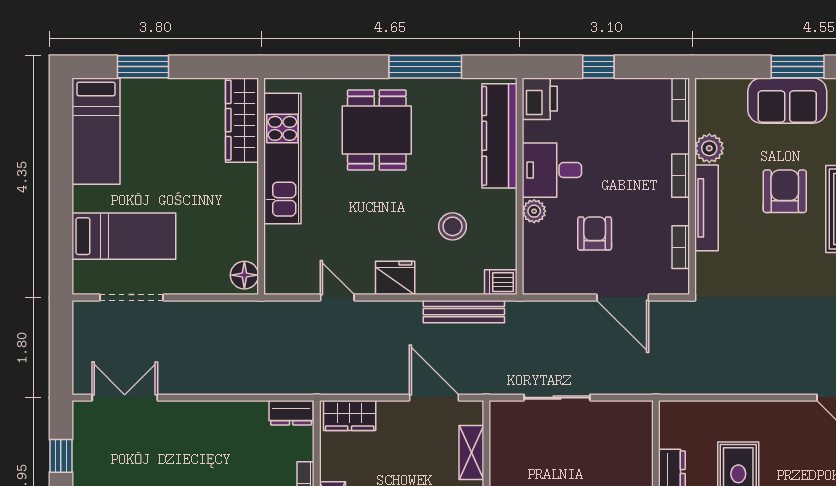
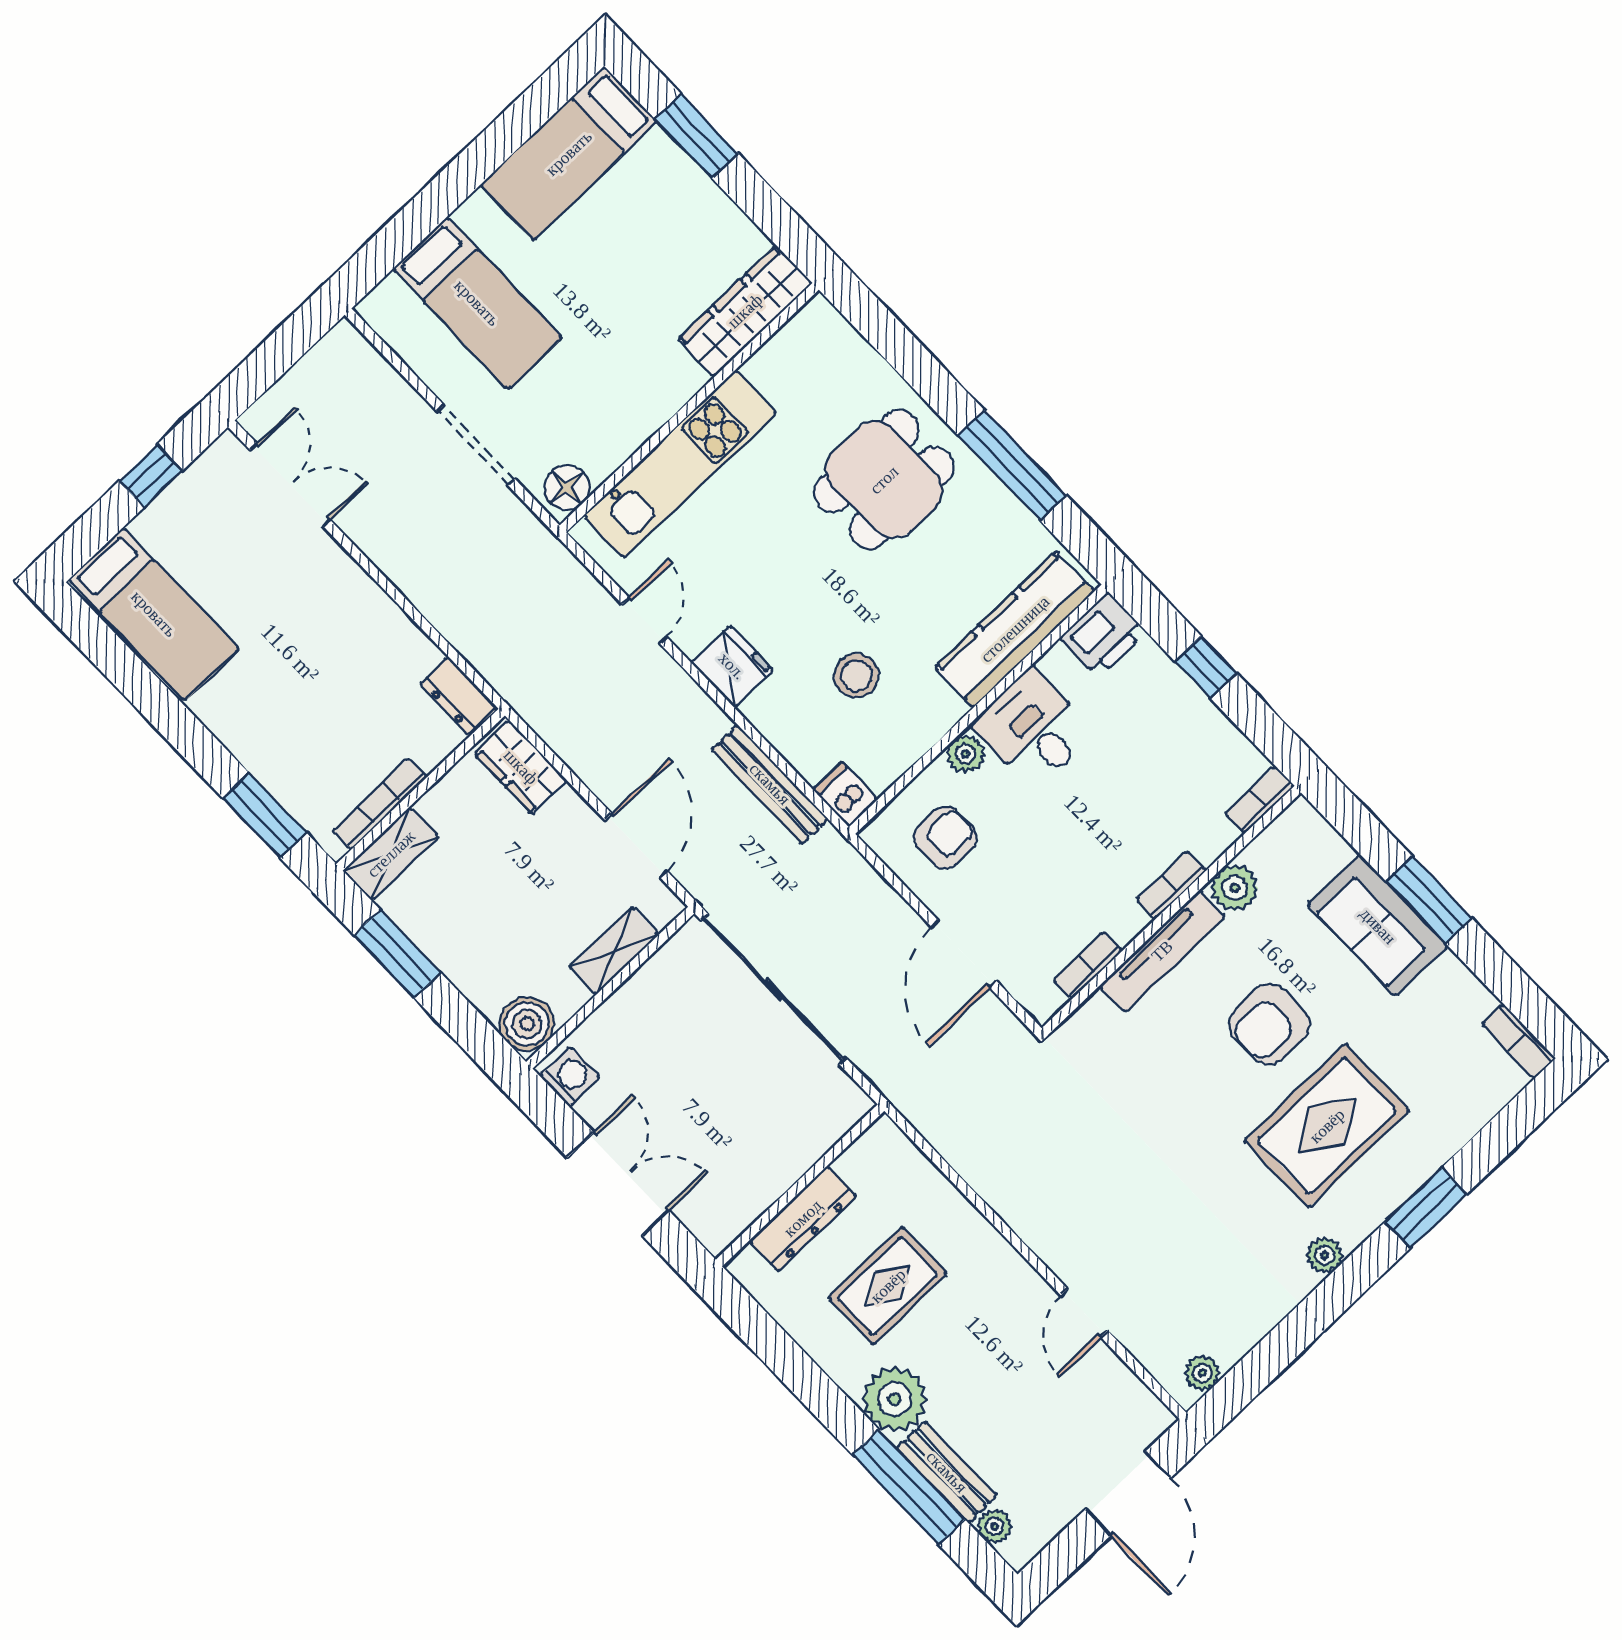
kitchen unit: (282, 159) -> (680, 464), moved
armchair: (785, 191) -> (1269, 1024), turned 180
armchair: (595, 233) -> (945, 838), moved
doorway: (132, 297) -> (476, 445), moved
sliding door: (557, 398) -> (774, 989), width x1.86

